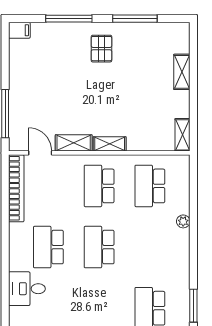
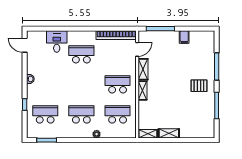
filing cabinet: (19, 30) -> (184, 37), moved
shelving: (182, 72) -> (169, 133), moved
school desk: (99, 247) -> (81, 114), moved

